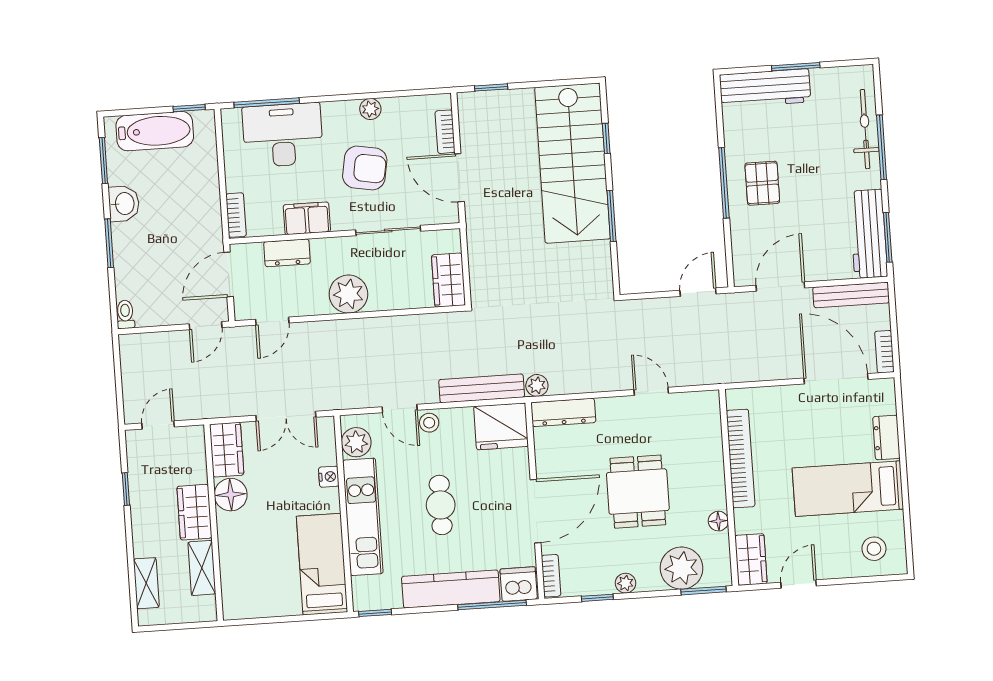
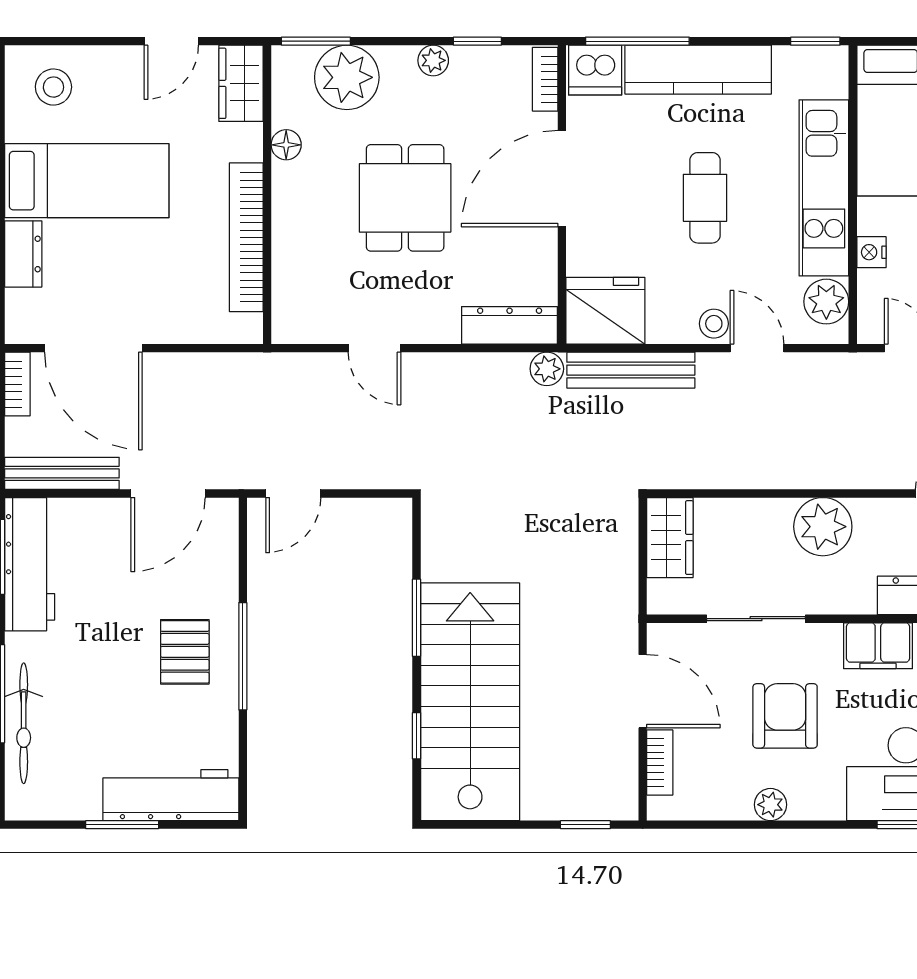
armchair: (365, 168) -> (785, 716), turned 80

